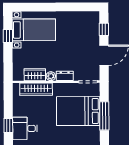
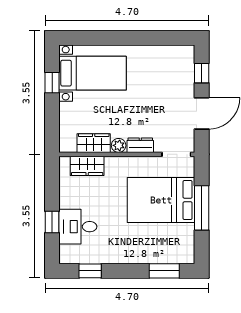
wardrobe: (36, 89) -> (87, 166), width x0.67

